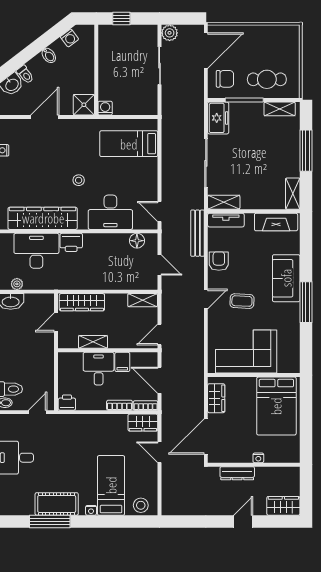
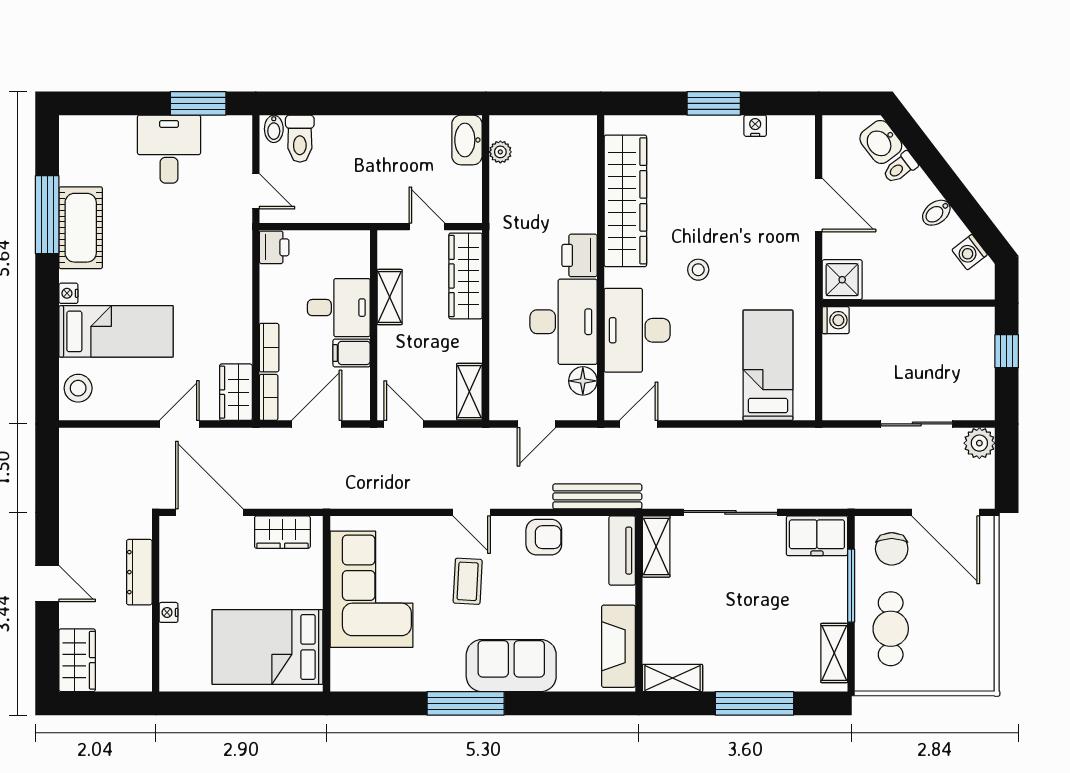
desk: (36, 251) -> (564, 322), moved

